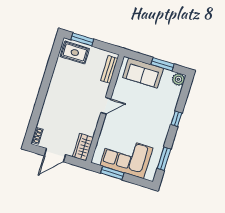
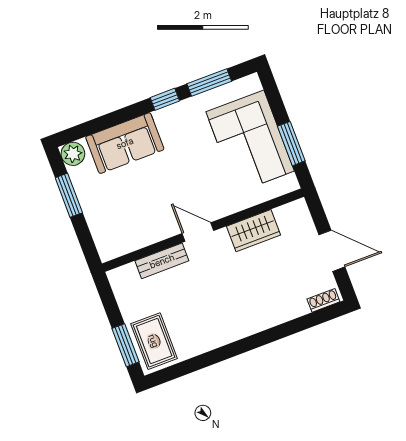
bench: (109, 69) -> (162, 261), moved
sofa: (143, 73) -> (125, 143), moved, turned 90
window: (176, 119) -> (165, 99), moved
wardrobe: (83, 147) -> (253, 231), moved

